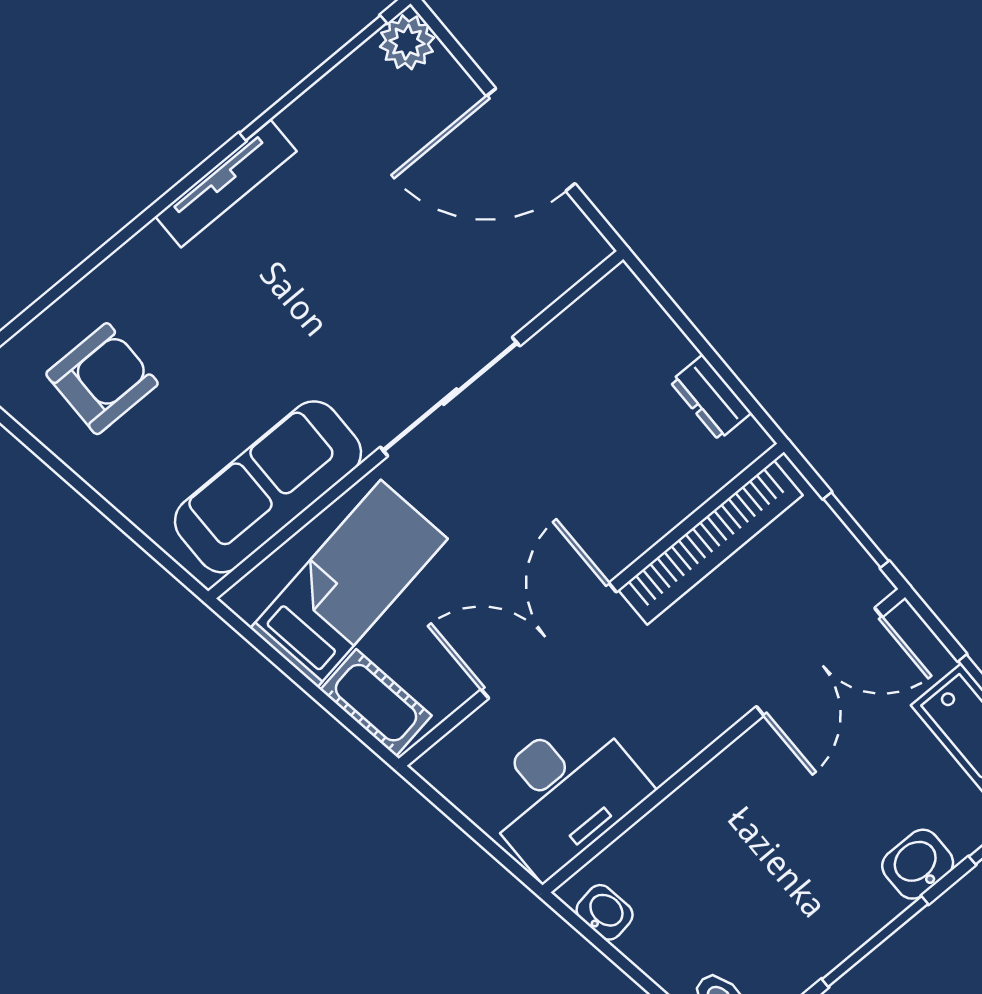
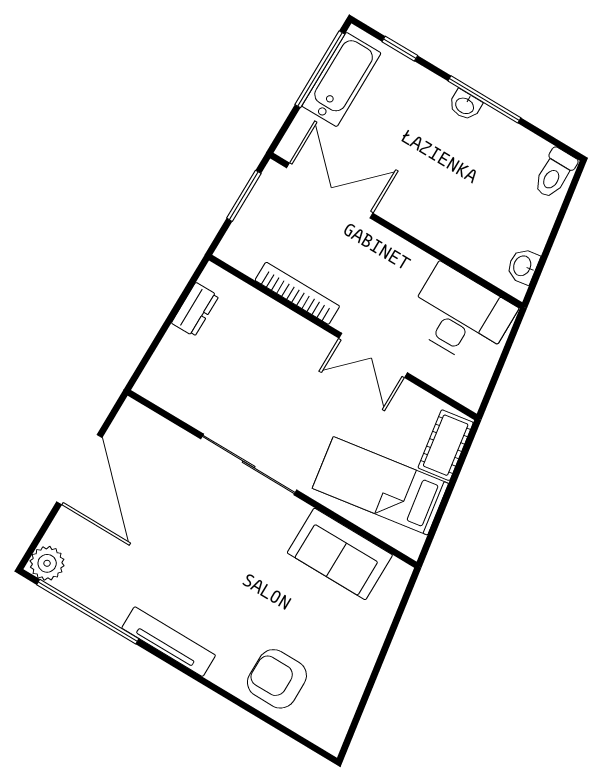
armchair: (102, 379) -> (277, 679), moved
sofa: (268, 487) -> (340, 554), width x0.73
bookcase: (710, 543) -> (297, 293), width x0.68, depth x0.76
double door: (549, 641) -> (373, 355), width x0.73
washbasin: (918, 864) -> (465, 105), moved, width x0.72, depth x0.69

